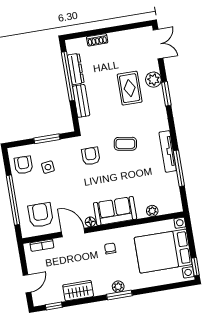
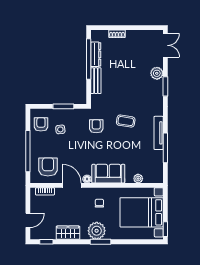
rug: (130, 88) -> (137, 77), removed
plant: (118, 287) -> (97, 231), width x1.87, depth x1.87

